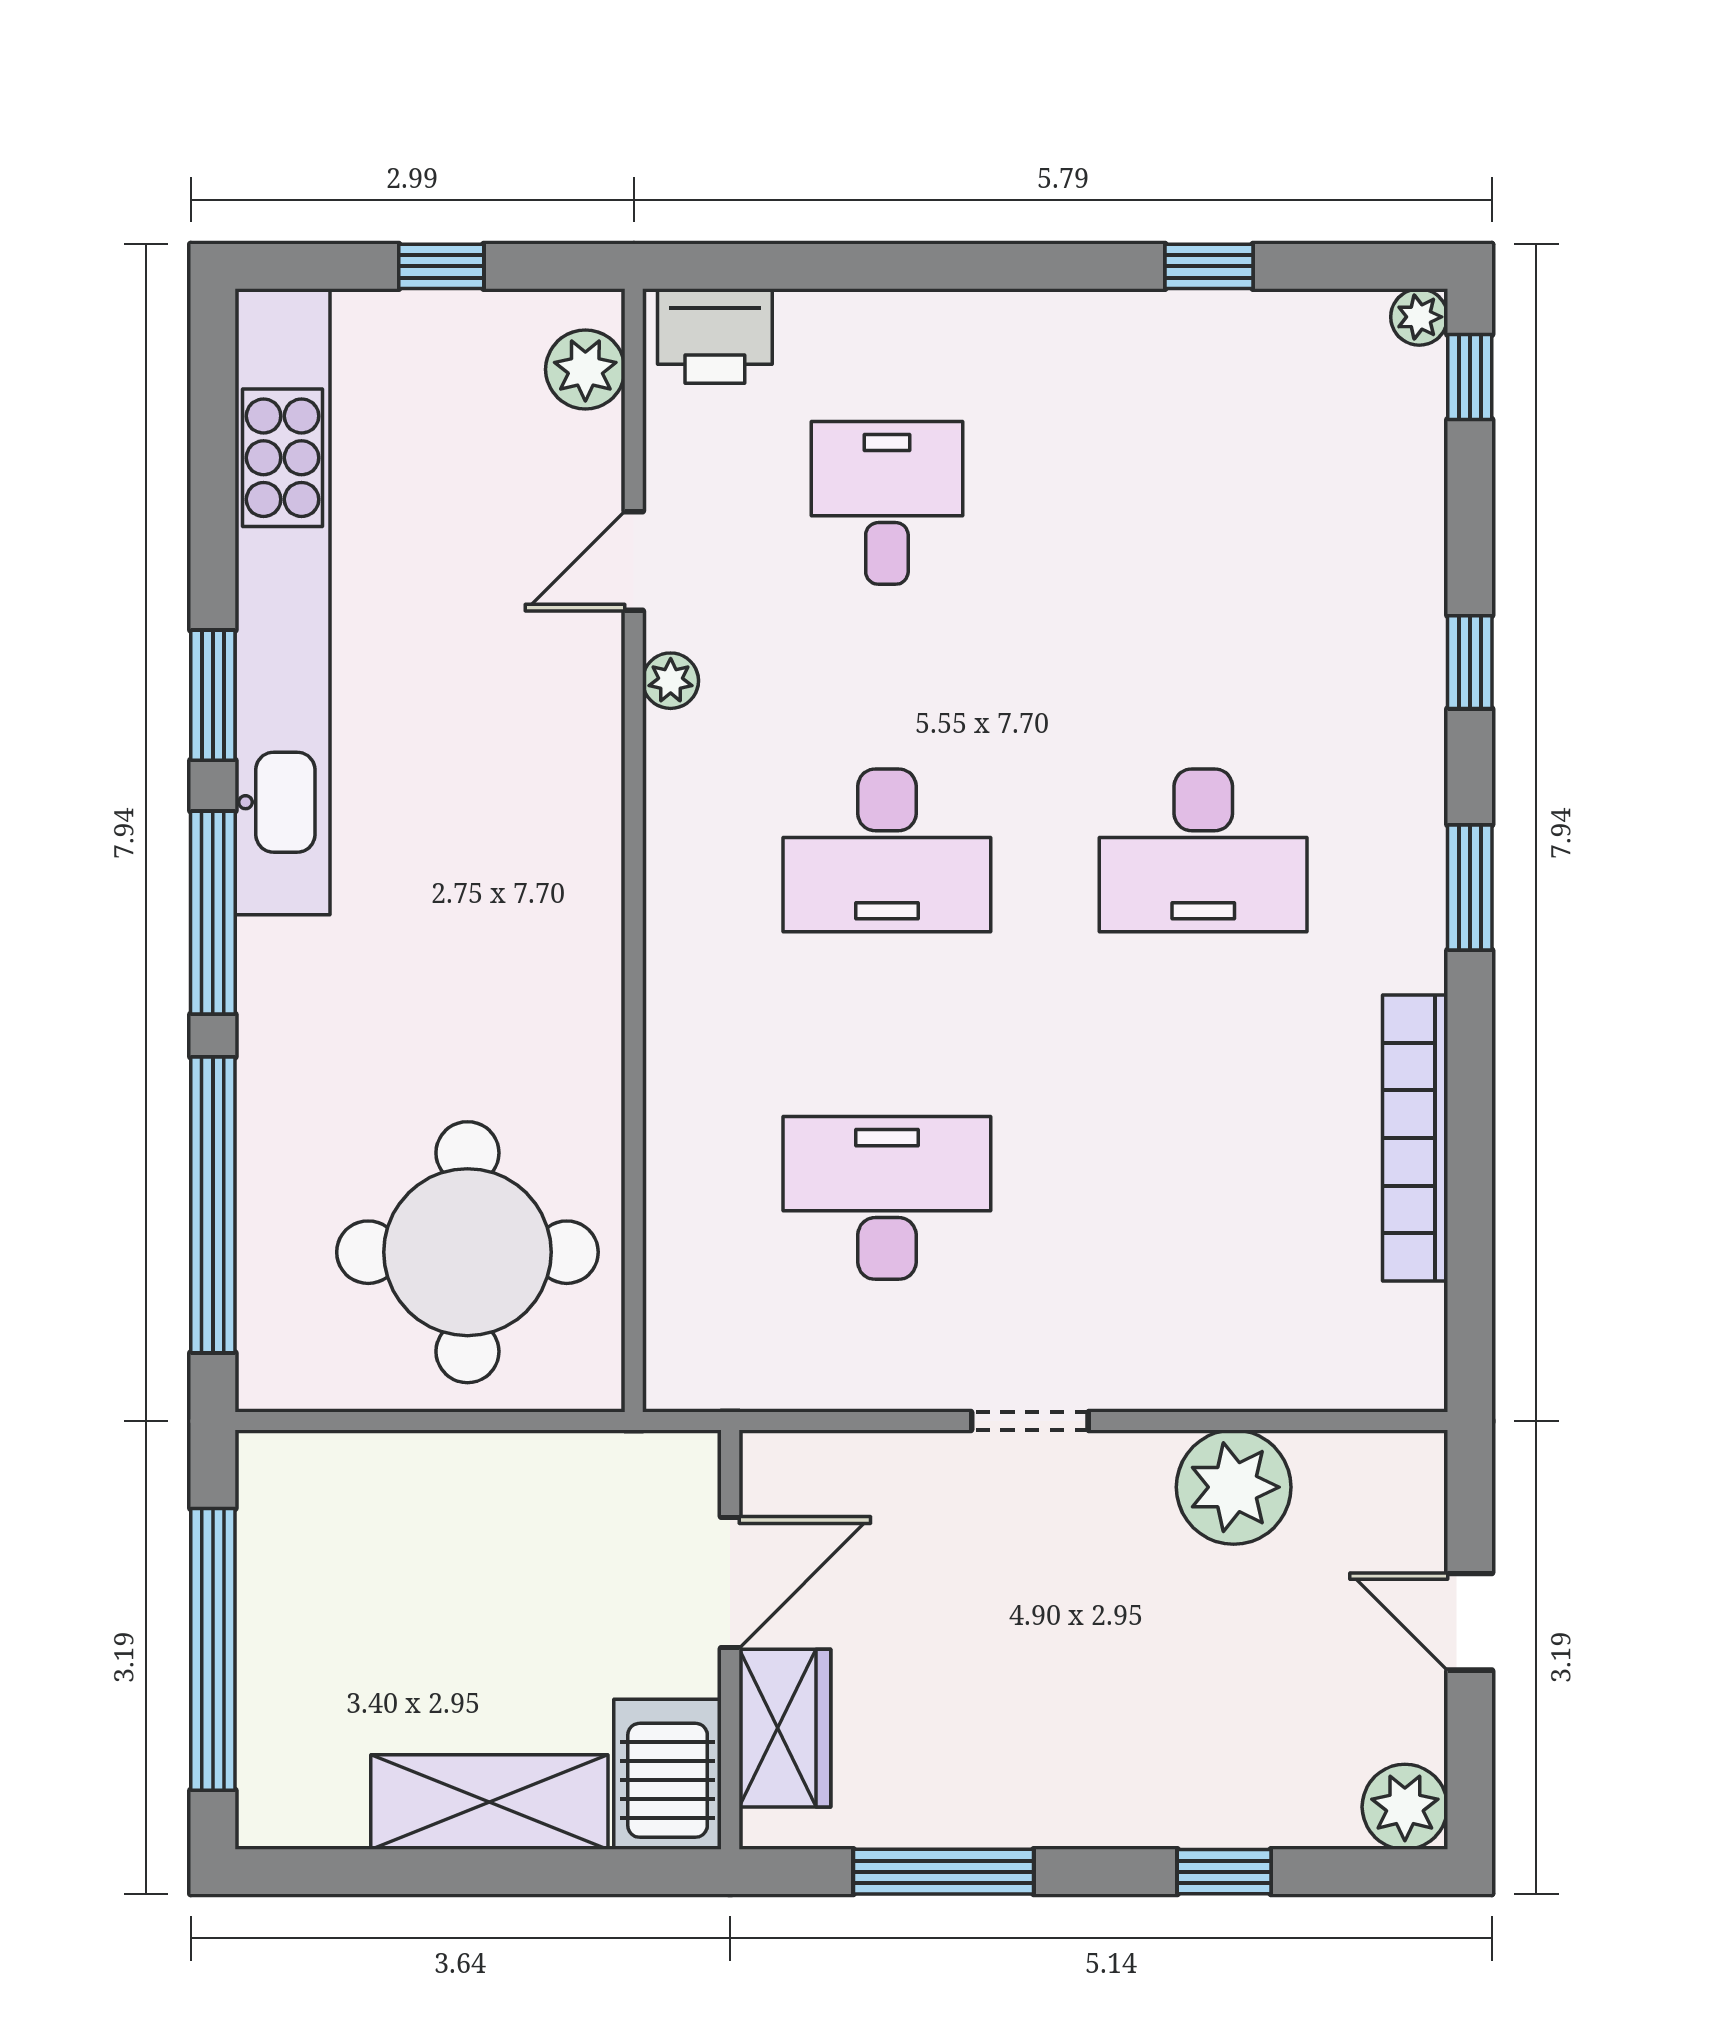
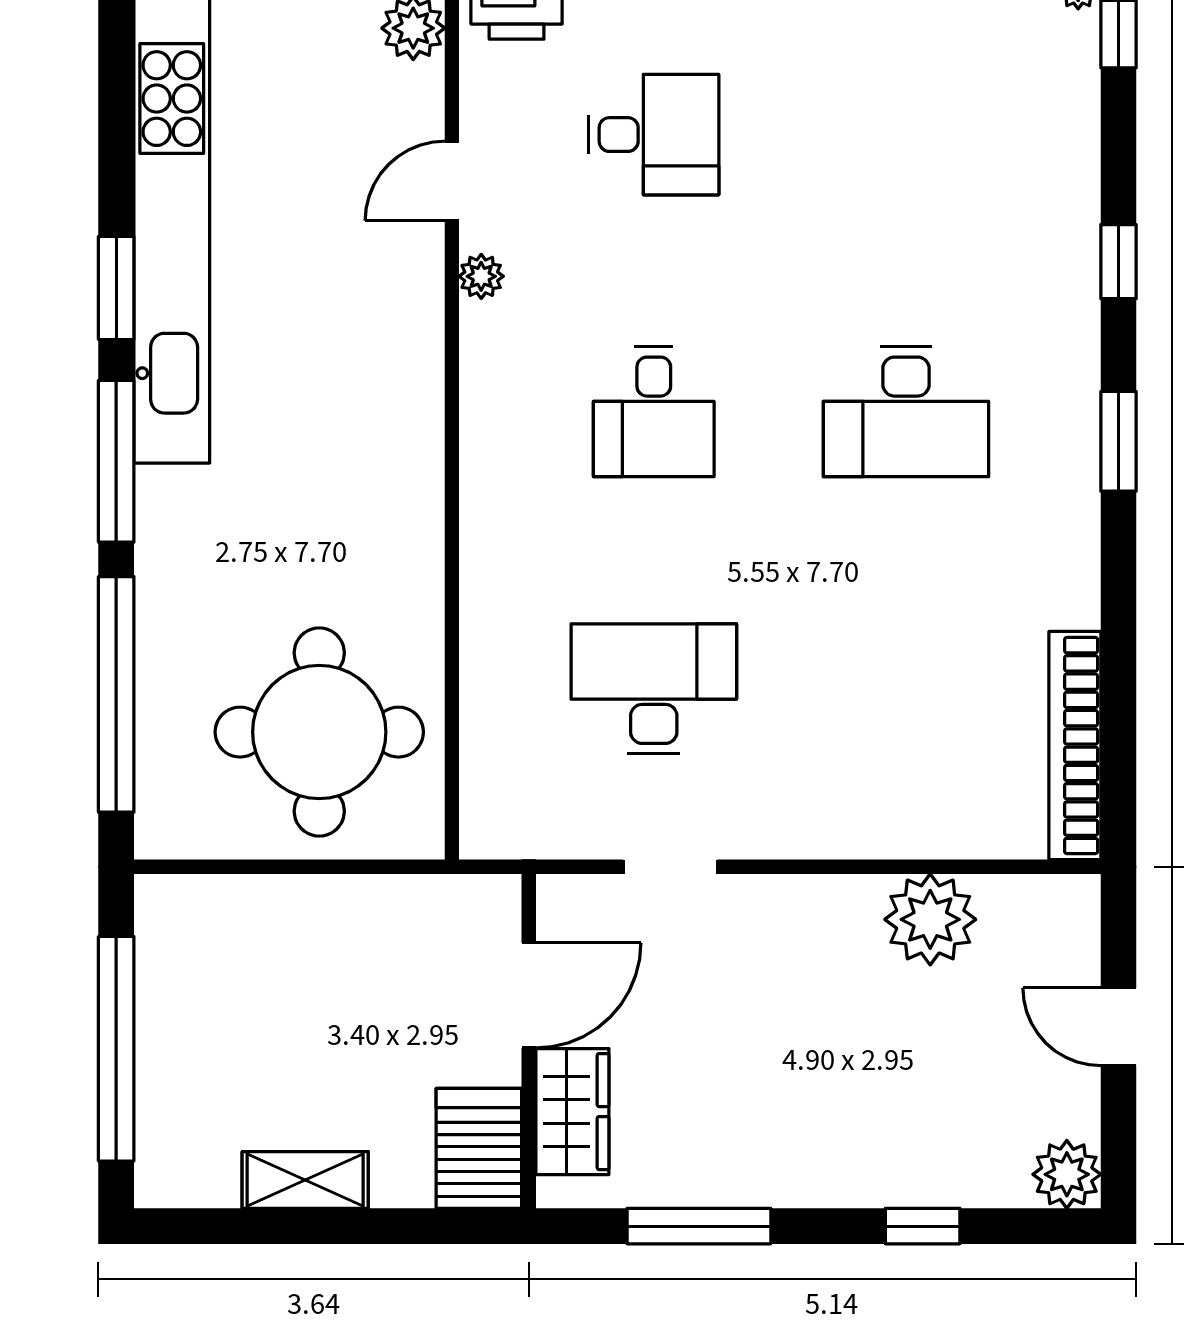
desk: (887, 503) -> (654, 135), turned 90
desk: (887, 850) -> (654, 412), width x0.73
bookcase: (1415, 1138) -> (1075, 746), moved
doorway: (1030, 1421) -> (670, 867), moved
shelving: (489, 1802) -> (305, 1180), width x0.67, depth x0.75

